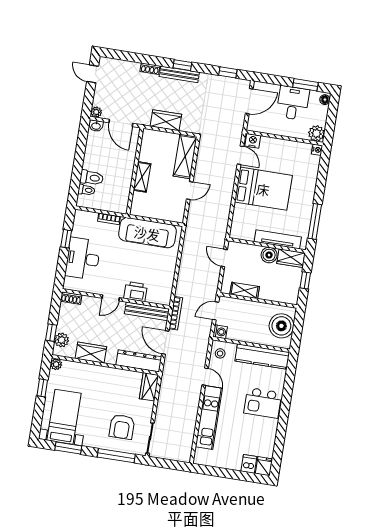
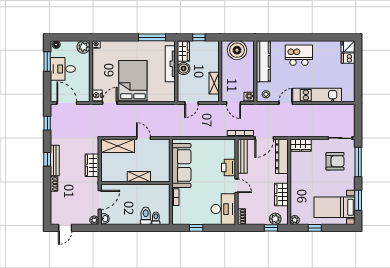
desk: (83, 259) -> (223, 209), moved, turned -90
kitchen island: (263, 403) -> (299, 55), turned -90

